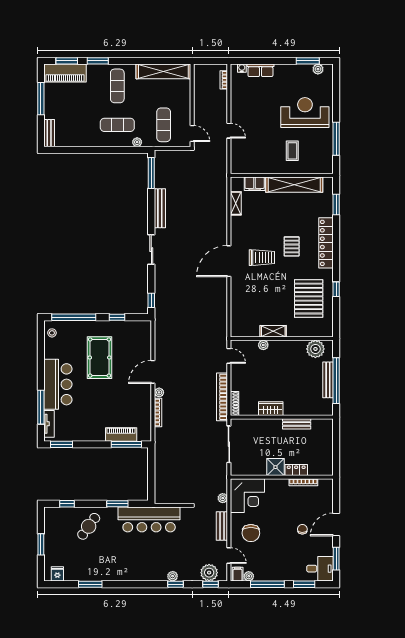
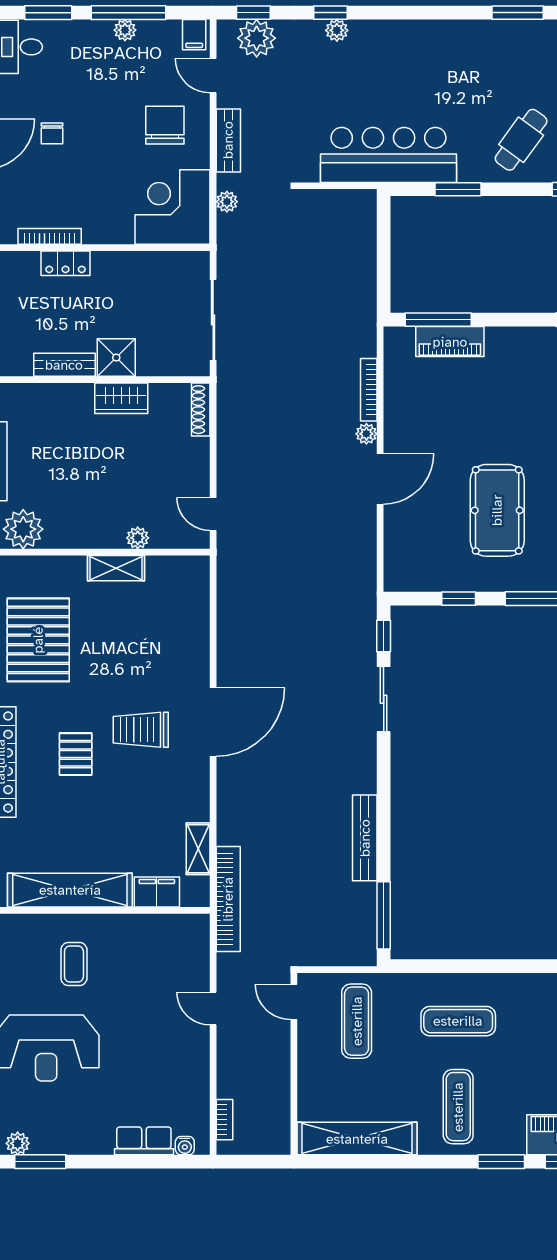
plant: (137, 142) -> (415, 983), removed
sliding door: (151, 250) -> (384, 699), moved
bookcase: (222, 397) -> (228, 899), moved
shower: (275, 467) -> (116, 358), moved
plant: (249, 576) -> (125, 30), moved

